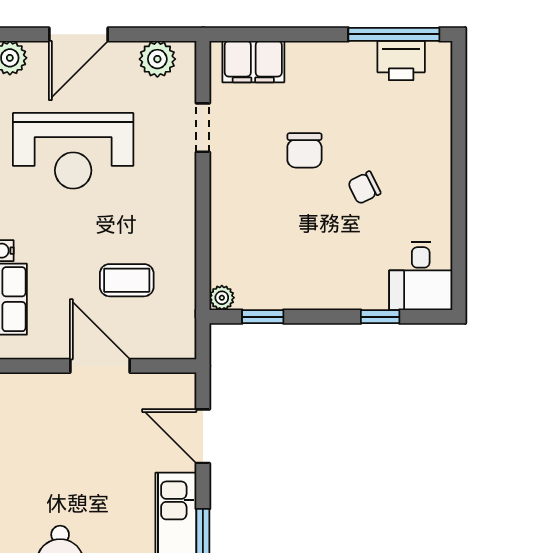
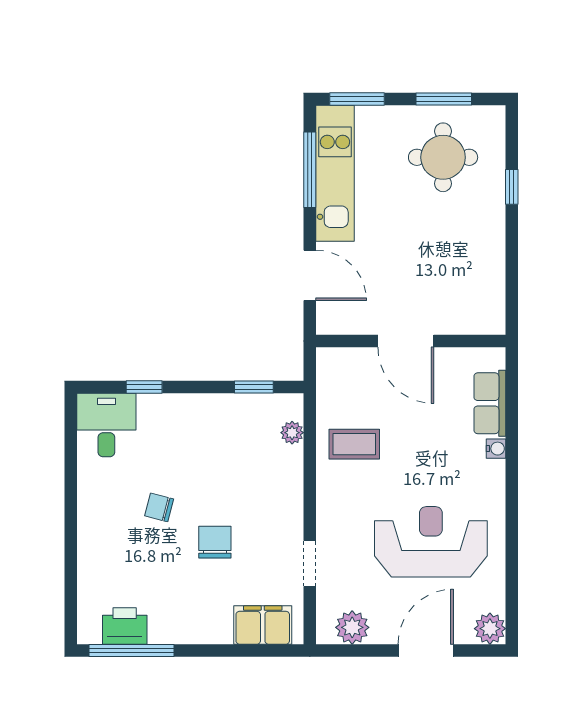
chair: (364, 188) -> (159, 507), turned -139
coffee table: (127, 280) -> (354, 444), moved
plant: (222, 298) -> (292, 433), moved

